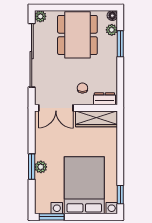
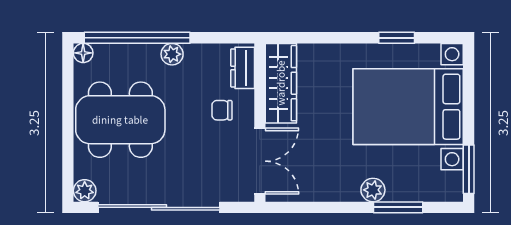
plant: (112, 30) -> (172, 54), moved
window: (120, 44) -> (137, 38), width x2.11
window: (32, 167) -> (398, 207), moved
window: (120, 195) -> (397, 38), moved

